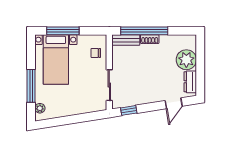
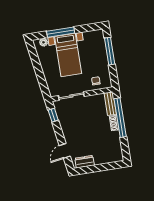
bed with nightstands: (56, 60) -> (68, 55), moved, turned -90
plant: (186, 60) -> (102, 156), removed
door: (174, 103) -> (65, 151), hinge flipped

